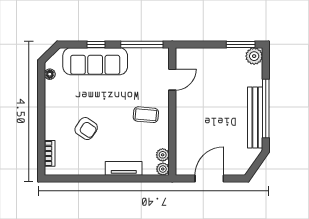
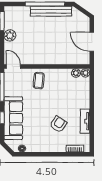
plant: (254, 56) -> (10, 35), moved
door: (172, 80) -> (13, 67), moved
coffee table: (146, 115) -> (39, 81), moved
tv unit: (124, 168) -> (85, 121), moved

